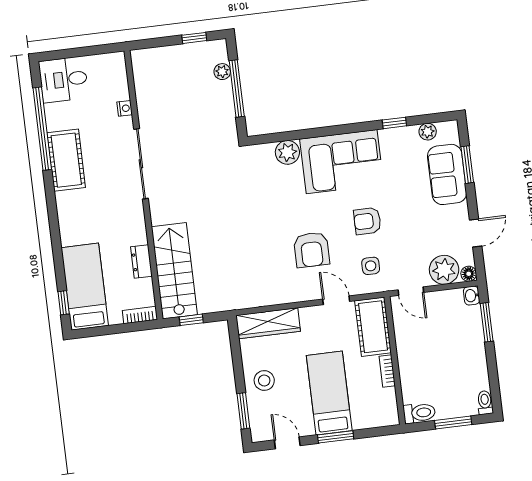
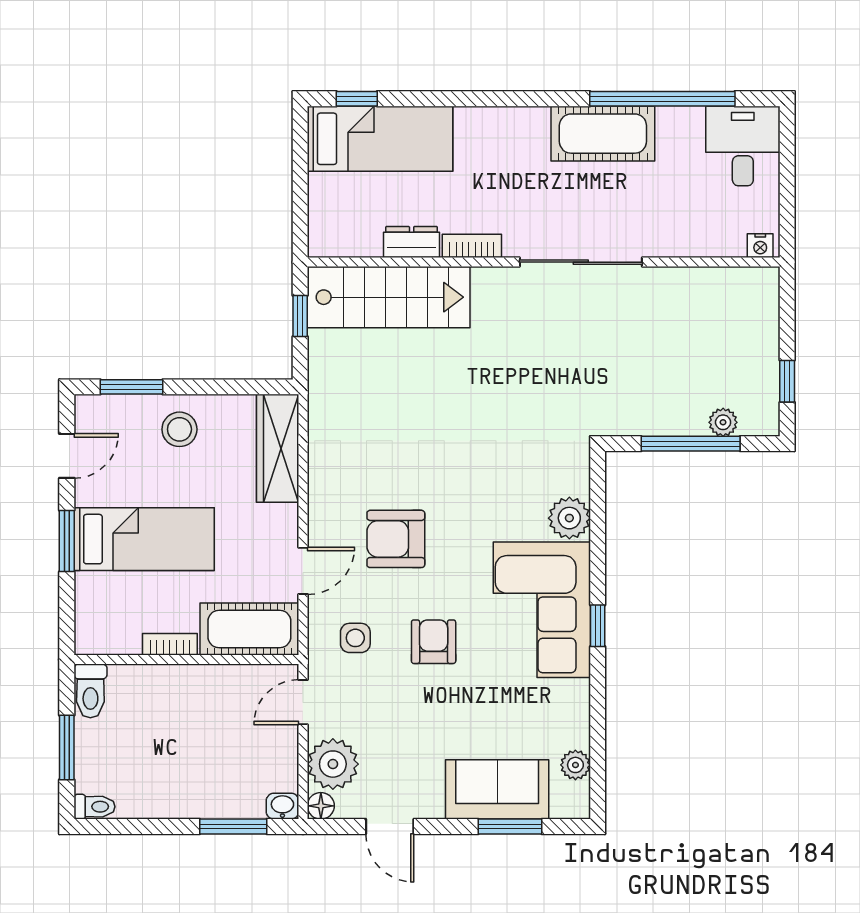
nightstand: (125, 108) -> (760, 246), moved
window: (394, 123) -> (598, 626), moved
bookcase: (140, 315) -> (472, 246), moved, turned -90

